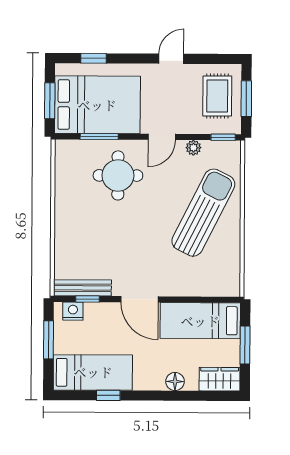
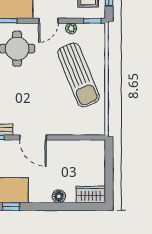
sun lounger: (203, 213) -> (79, 75), turned 131
bed: (200, 321) -> (77, 152), removed
window: (245, 345) -> (109, 170), removed

